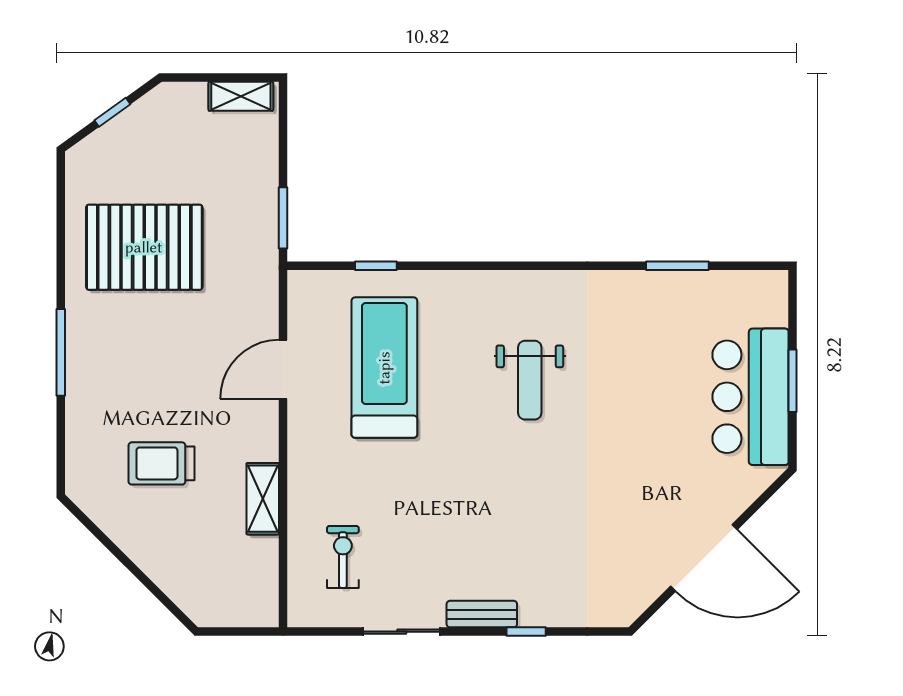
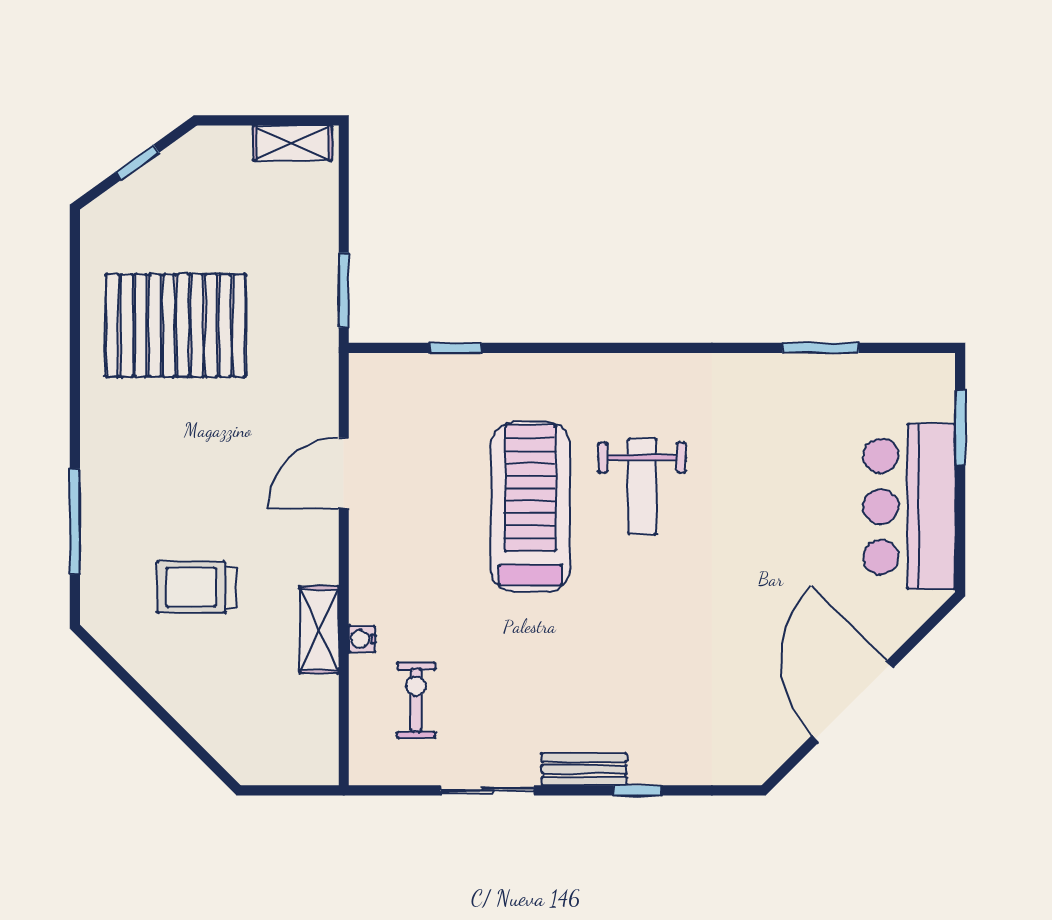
window: (61, 352) -> (75, 521), moved
treadmill: (384, 368) -> (530, 507), moved
window: (793, 381) -> (960, 428), moved
water cooler: (298, 506) -> (362, 639), added
door: (704, 558) -> (853, 701), swing flipped

